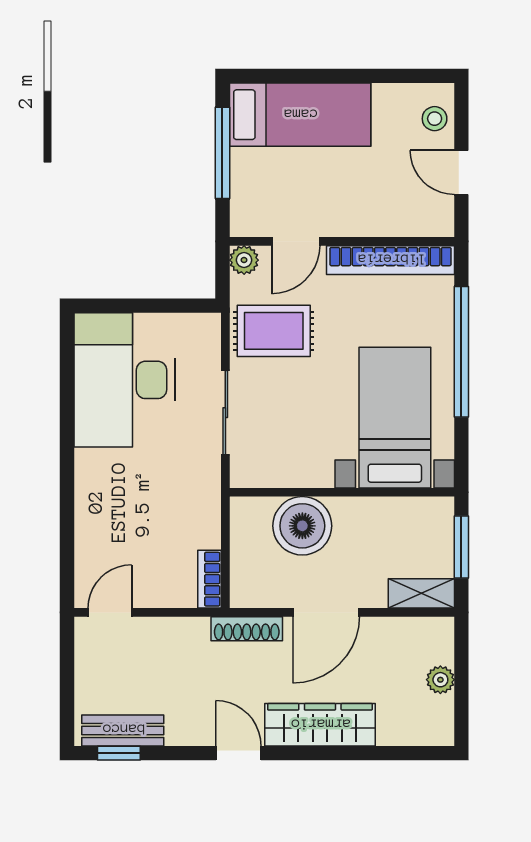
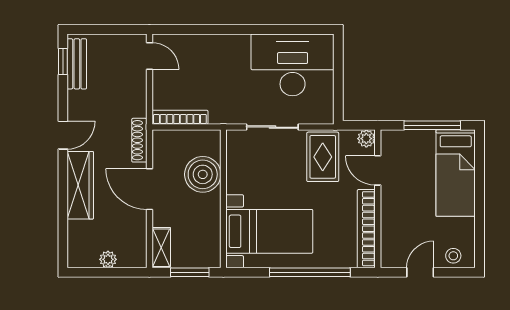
bookcase: (209, 579) -> (180, 117), width x1.56

